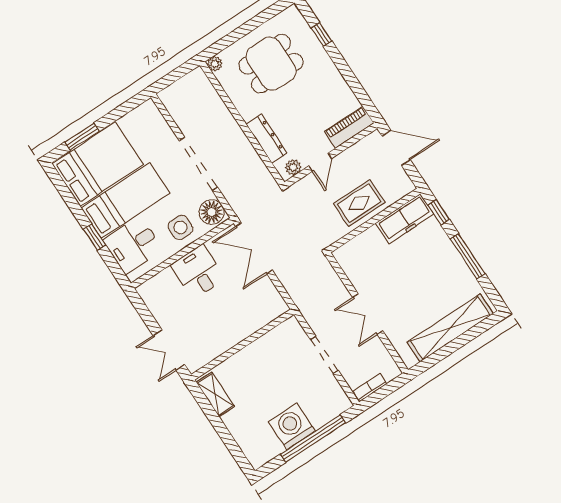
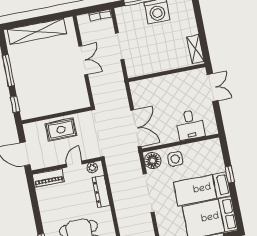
freezer: (405, 219) -> (37, 109), removed
desk: (133, 245) -> (208, 160), removed
desk: (198, 272) -> (190, 125), moved

